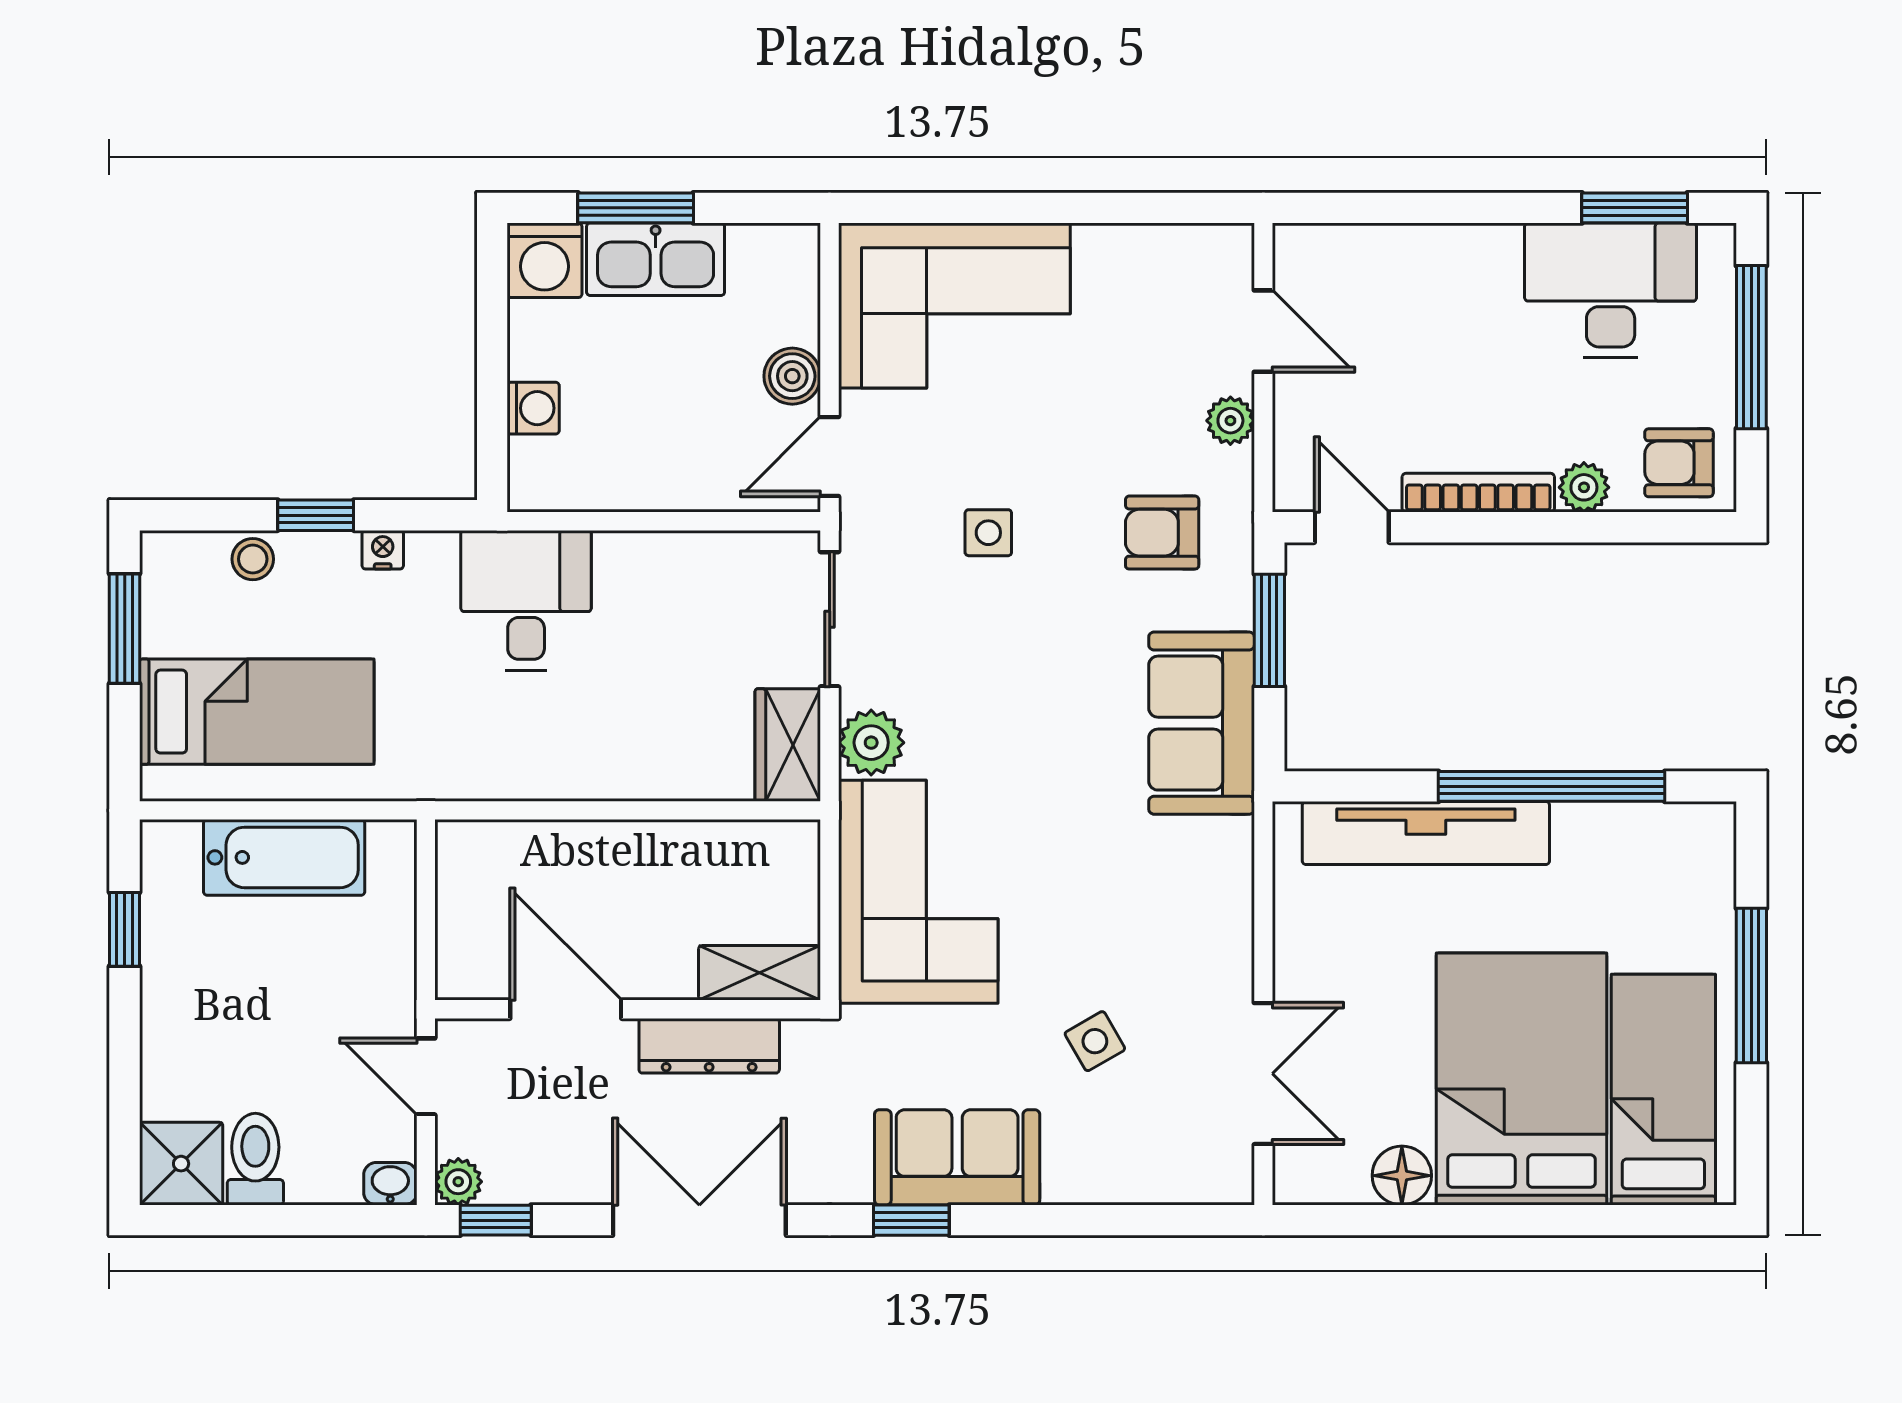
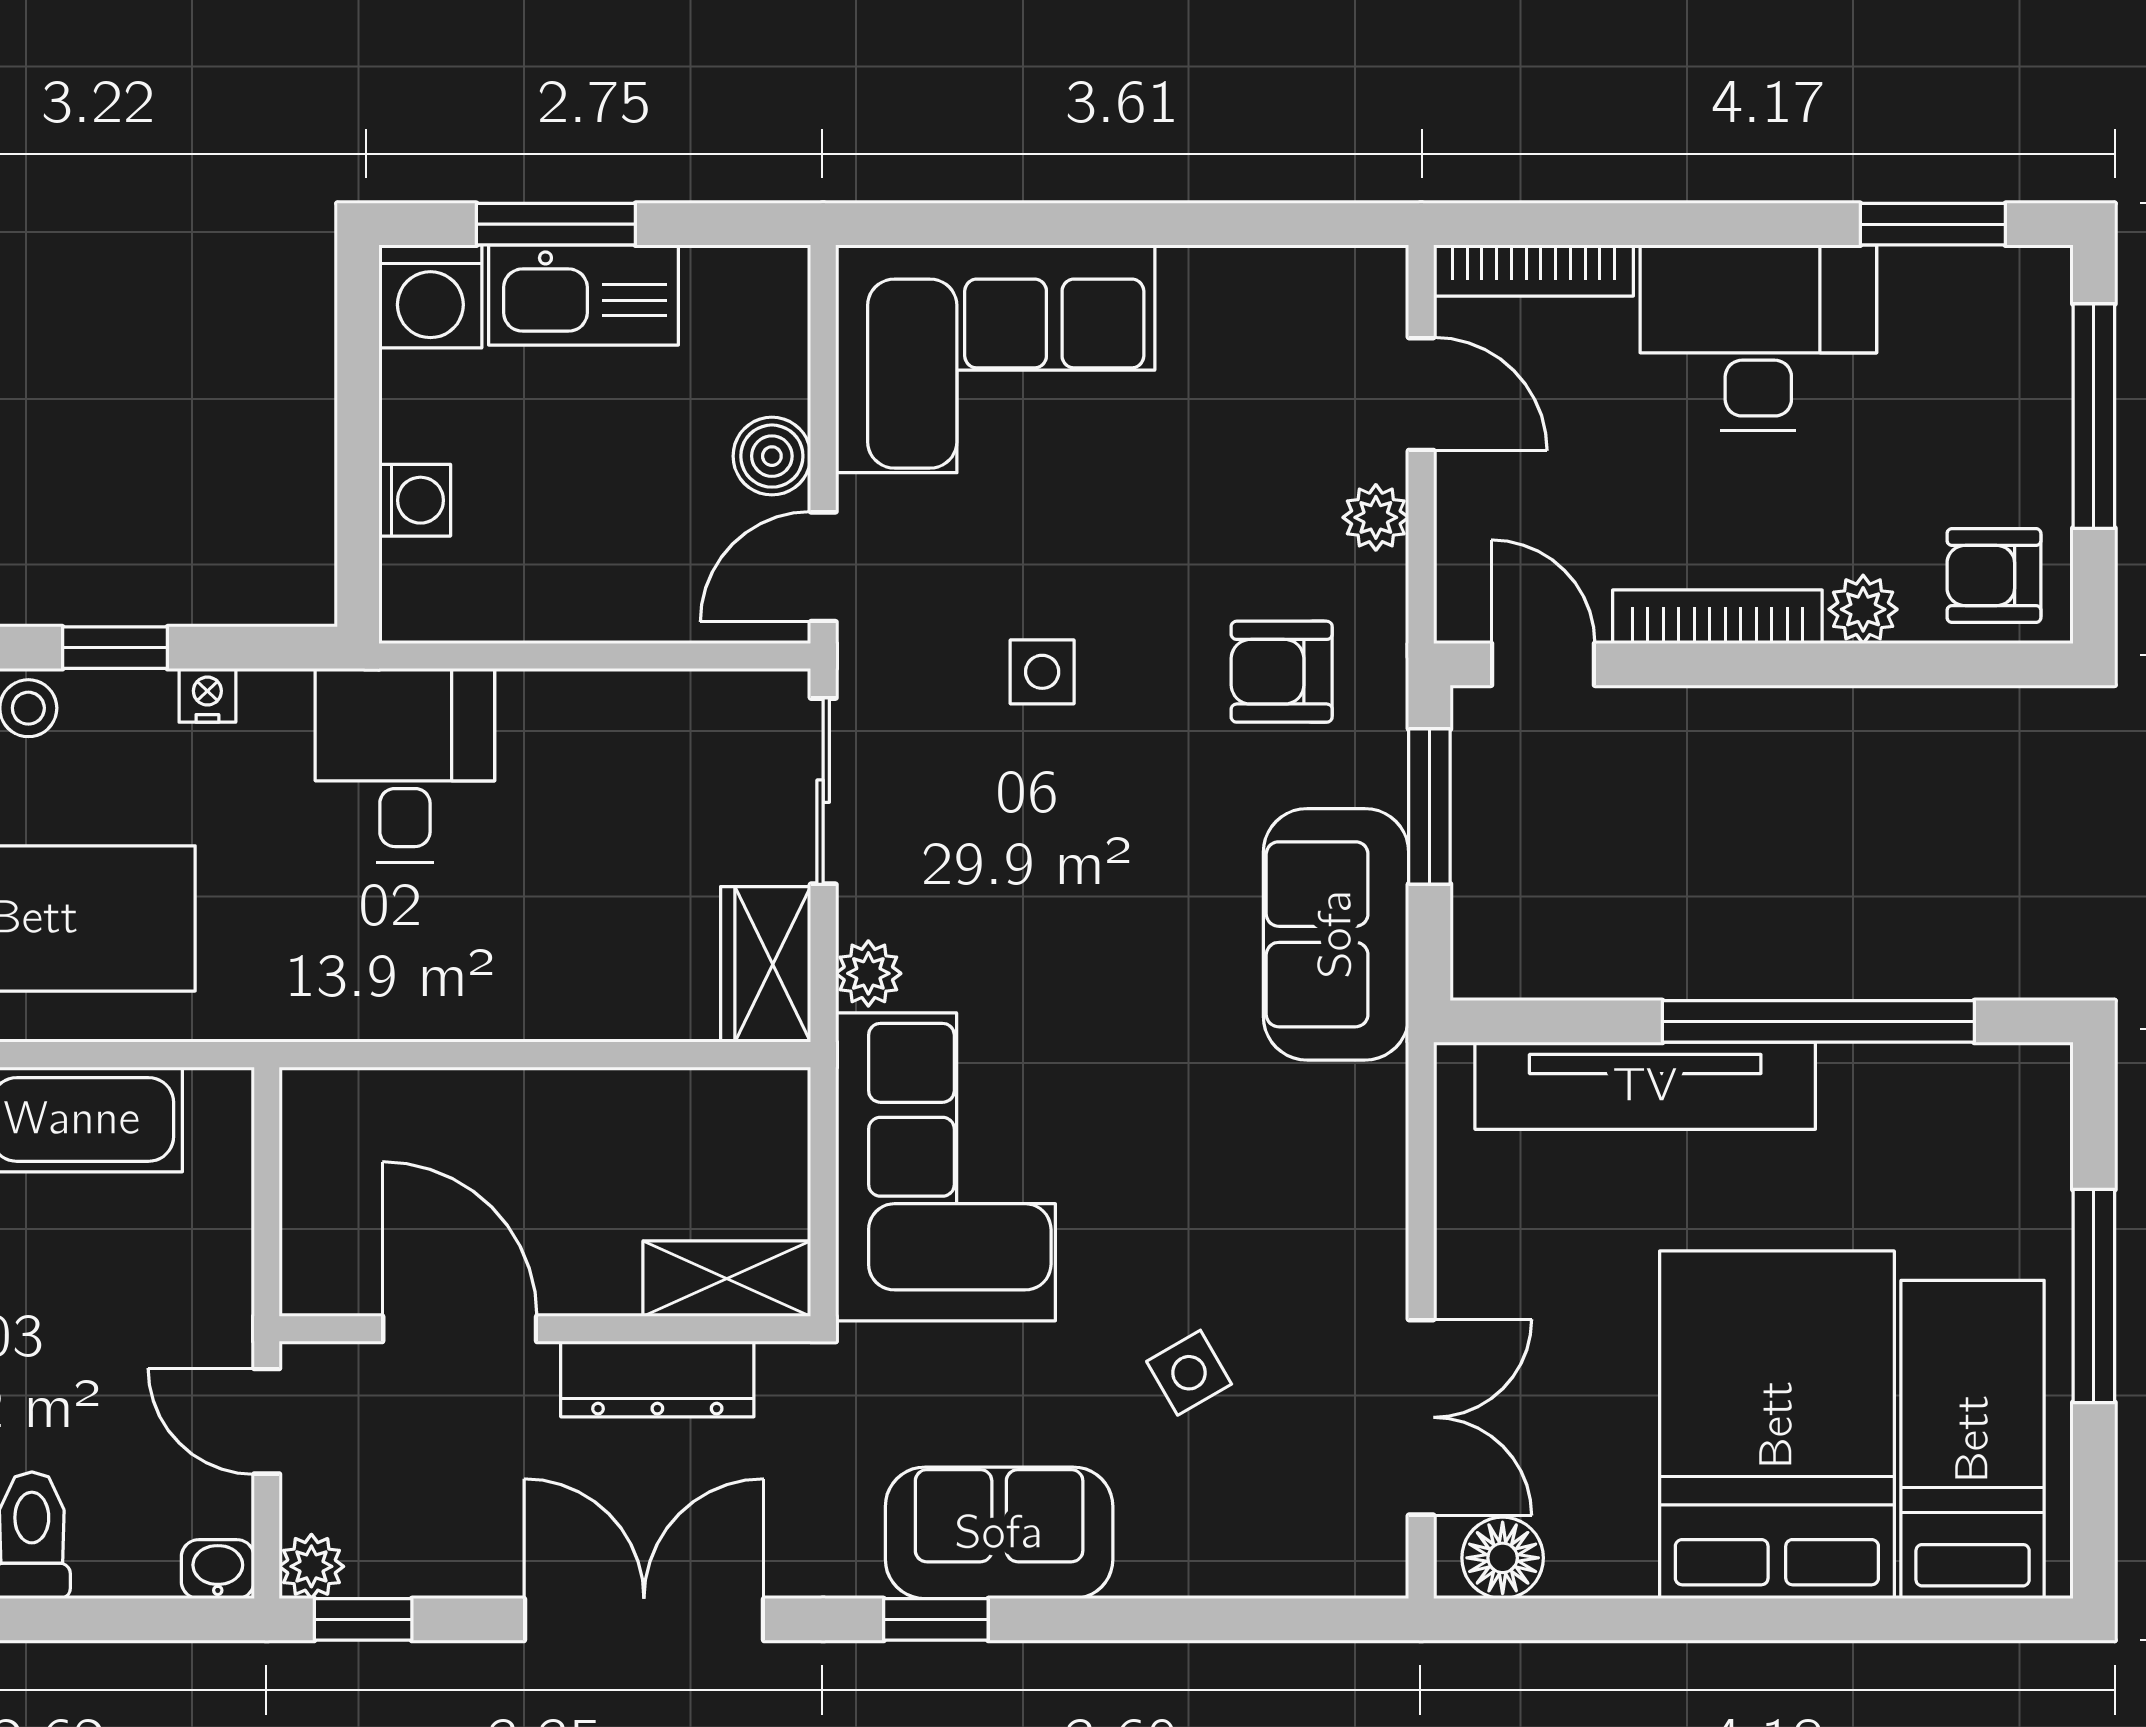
bookcase: (1345, 242) -> (1534, 271), added
desk: (1611, 290) -> (1758, 338), moved
plant: (871, 743) -> (868, 973), width x0.73, depth x0.73
floor lamp: (1402, 1176) -> (1503, 1558), moved

